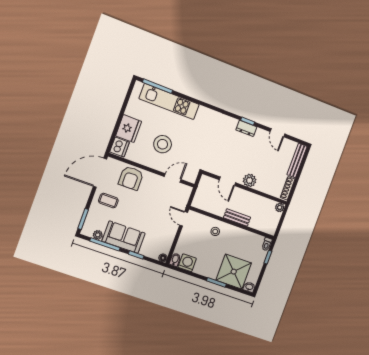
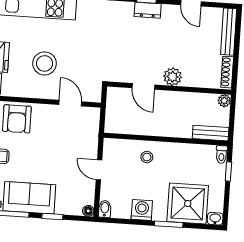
door: (173, 178) -> (70, 103), hinge flipped
bench: (237, 218) -> (211, 133), moved
door: (184, 219) -> (99, 170), moved
washing machine: (187, 263) -> (142, 210), moved

